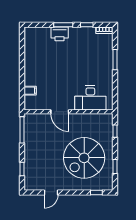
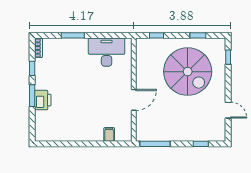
desk: (90, 98) -> (107, 52), moved, turned -90

